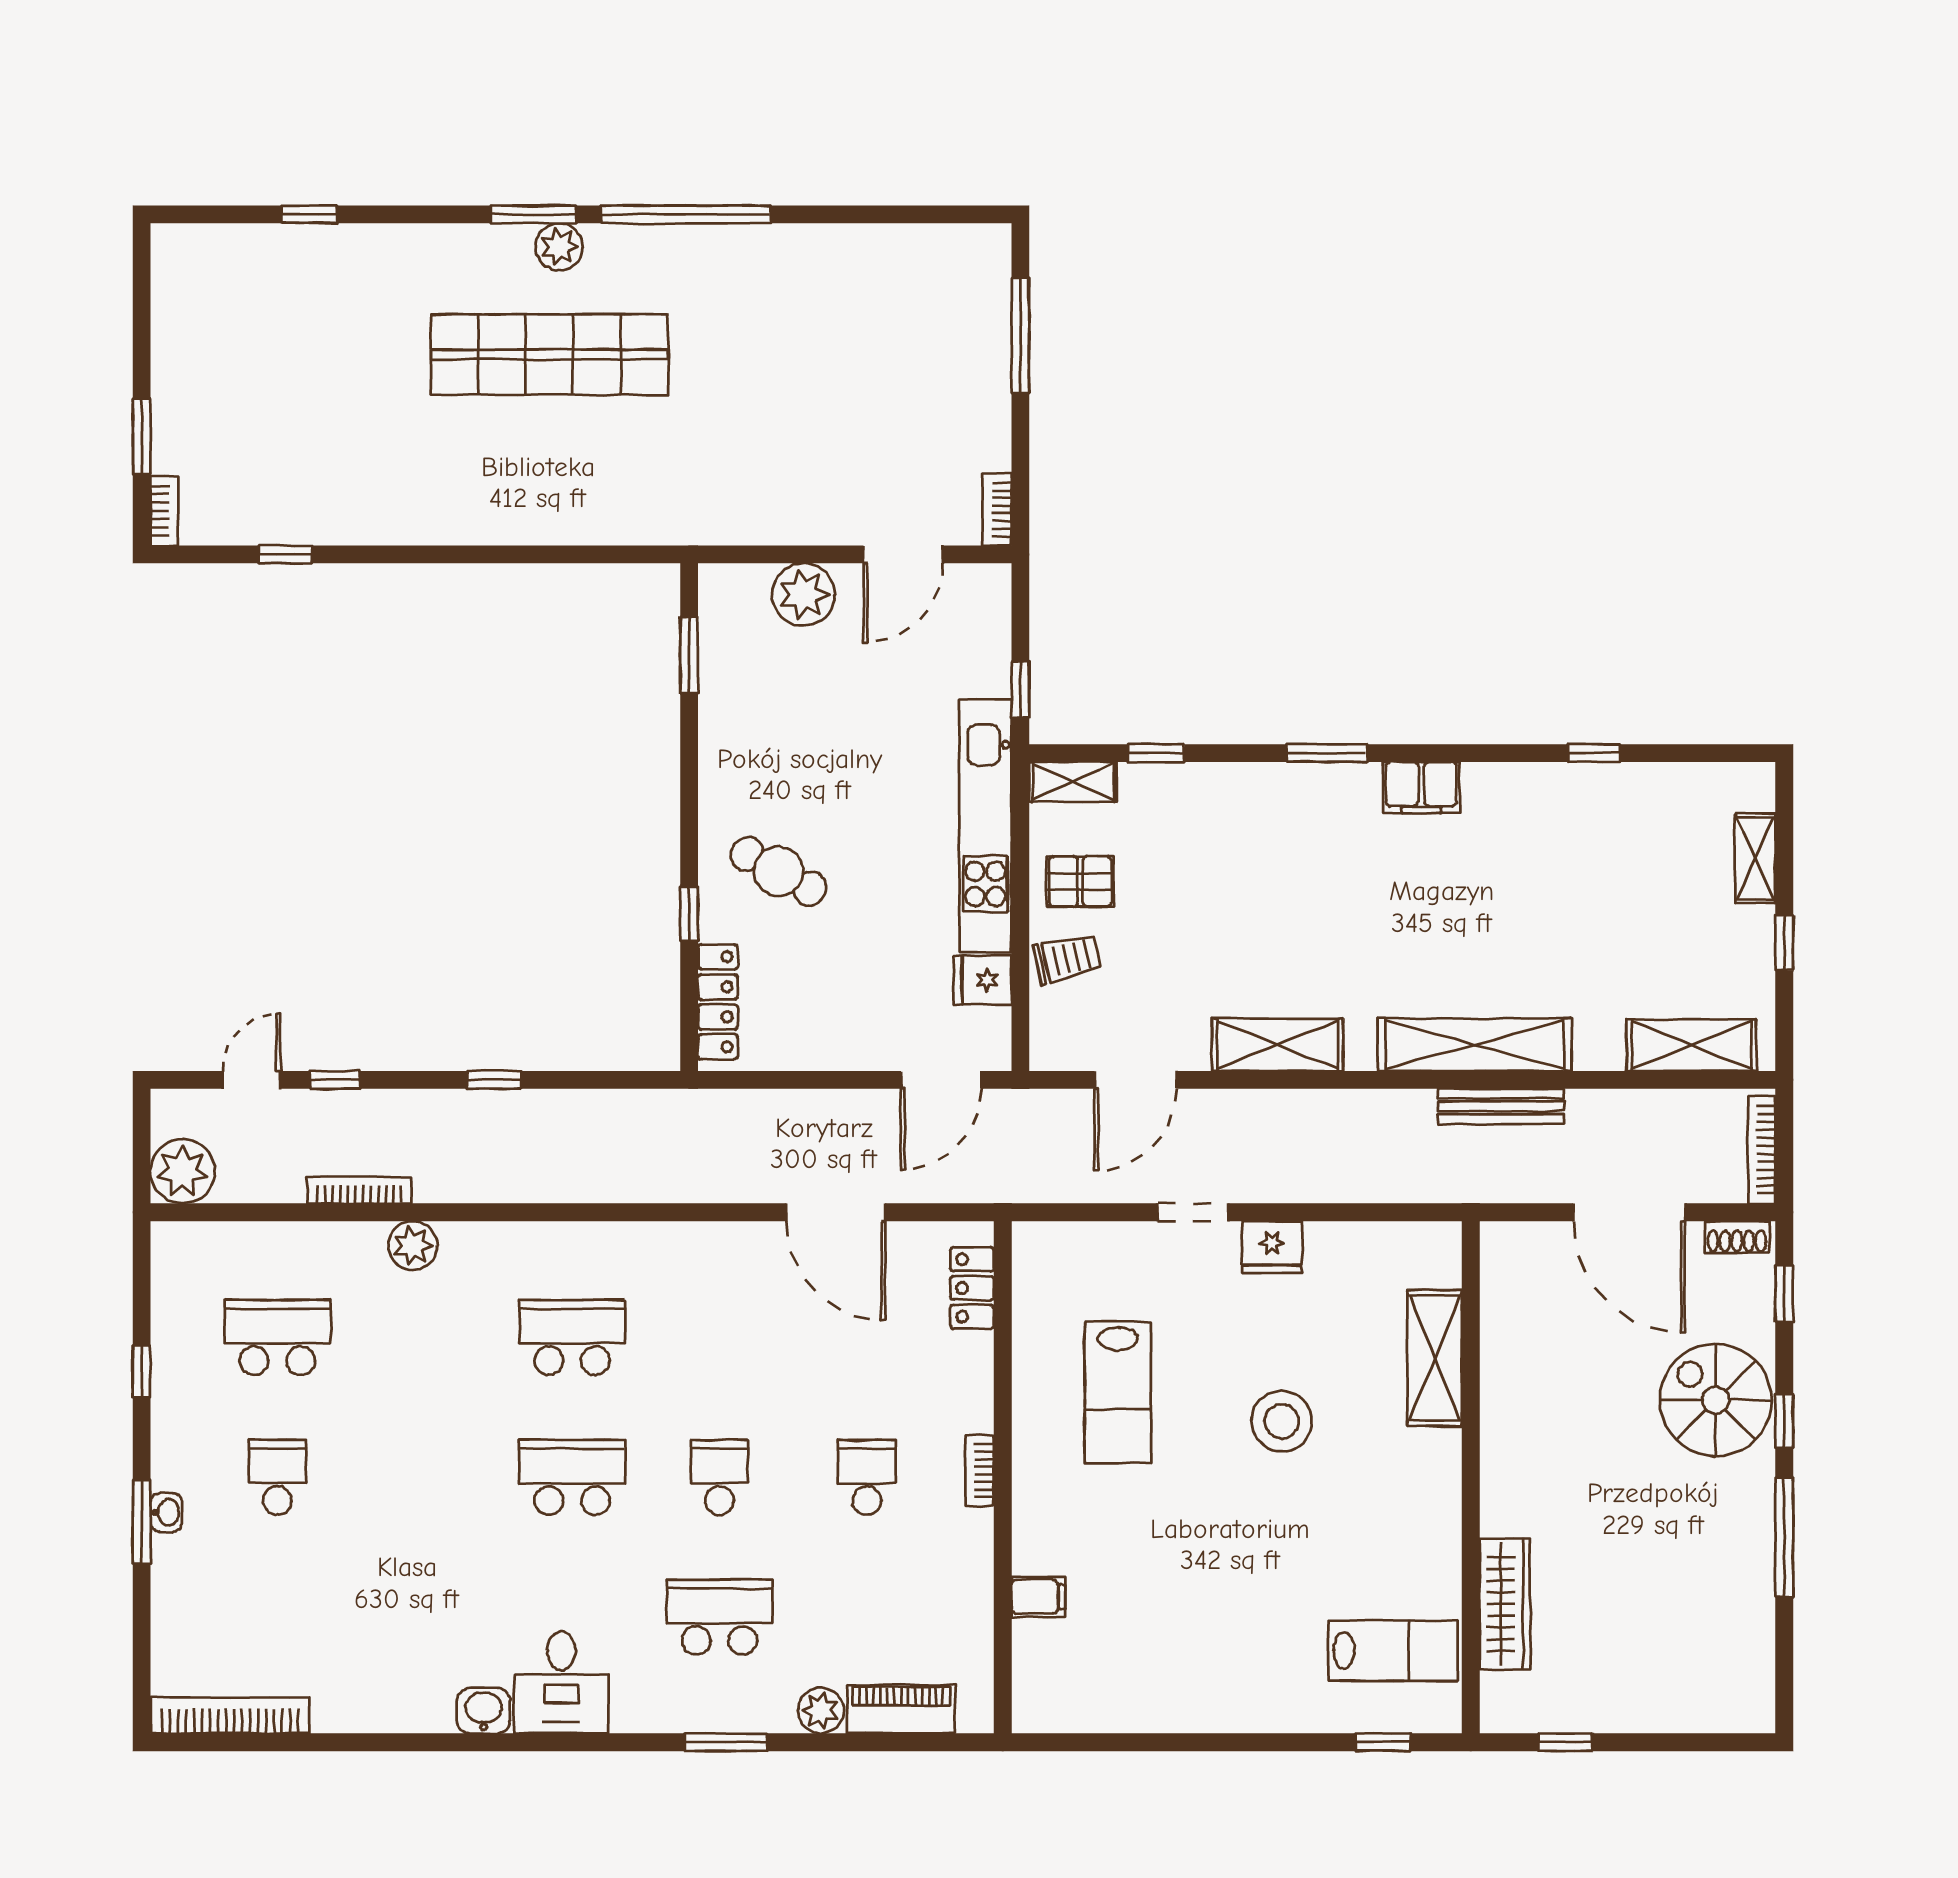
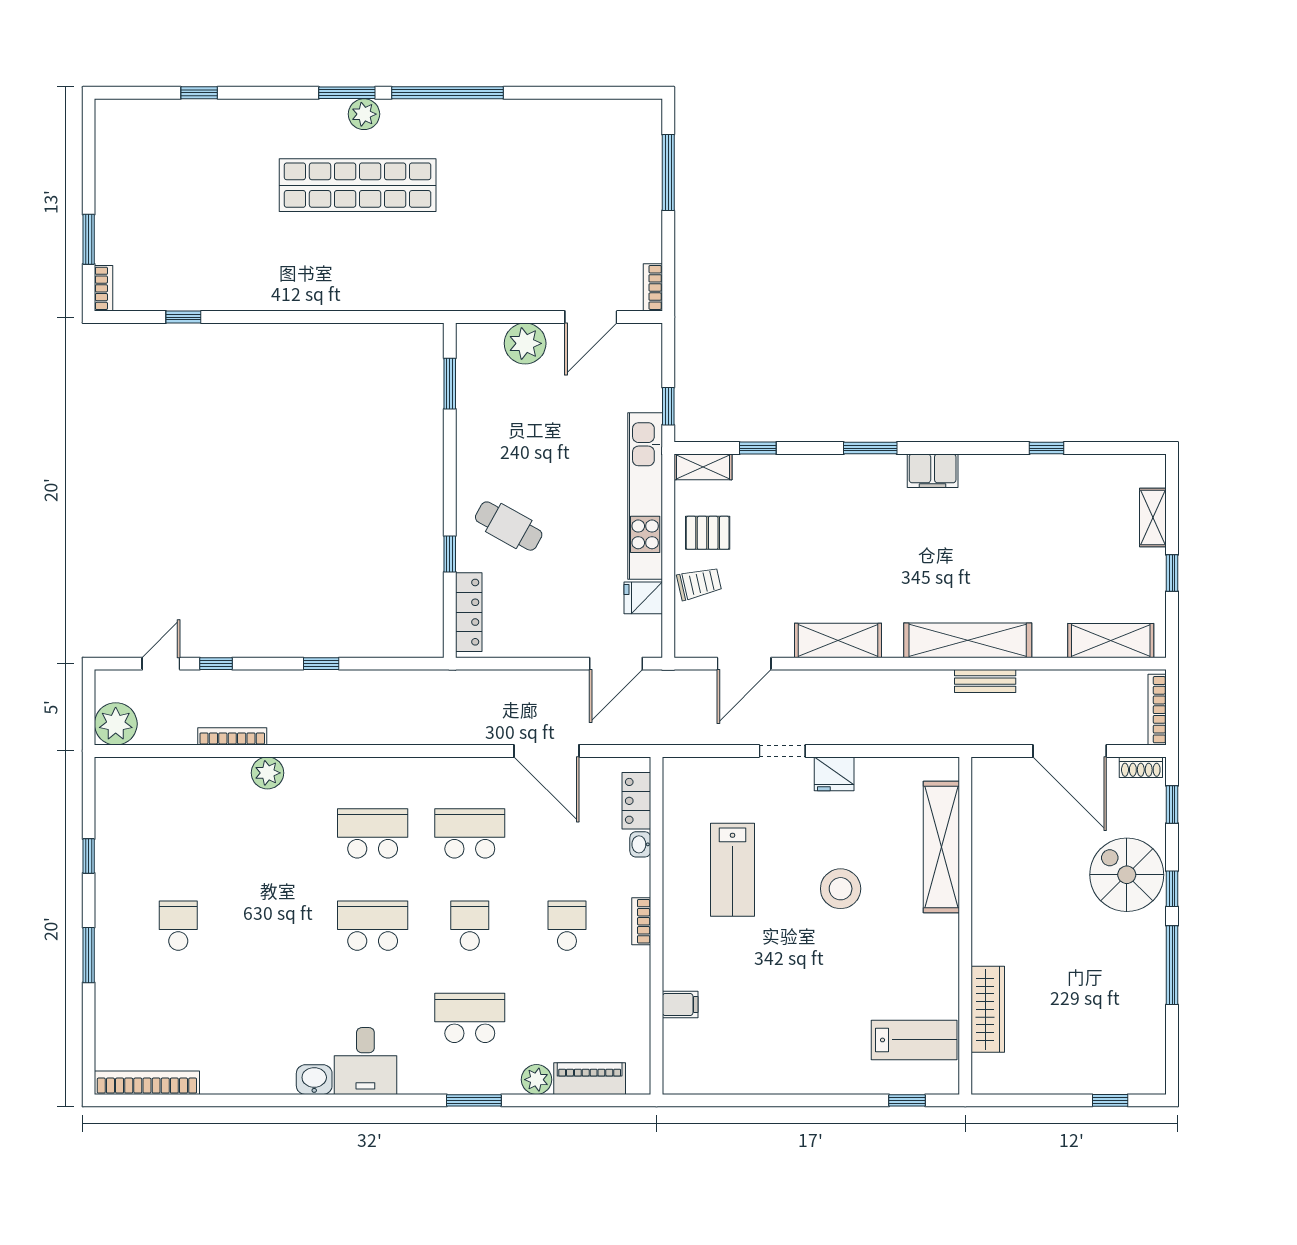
bench: (1501, 1106) -> (985, 681), width x0.73
school desk: (277, 1337) -> (470, 833), moved
shelving: (1435, 1358) -> (941, 847), width x1.47
washbasin: (166, 1512) -> (640, 844), moved, turned 180
window: (1565, 1742) -> (1110, 1100), moved

